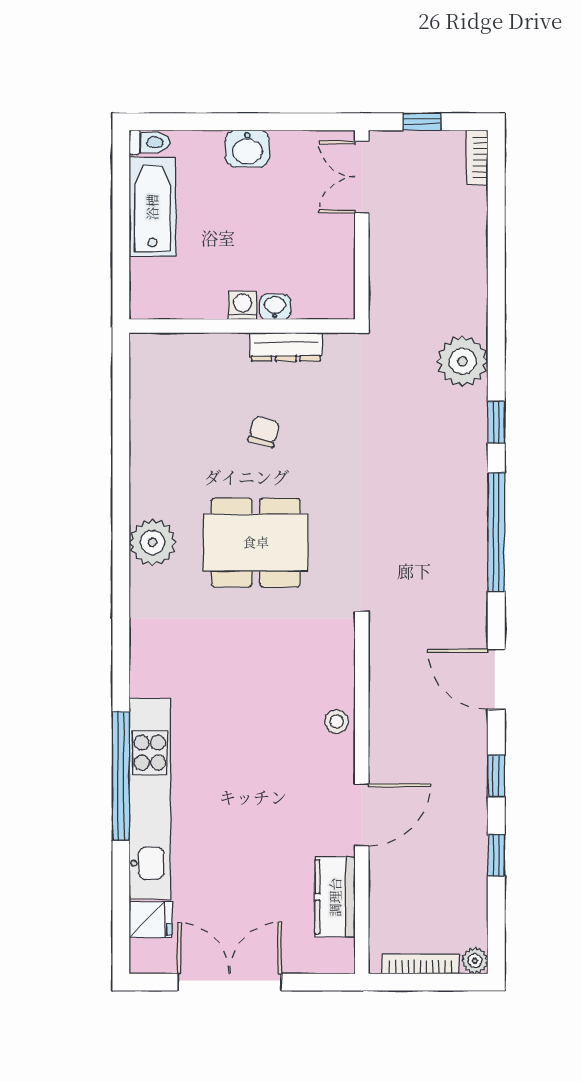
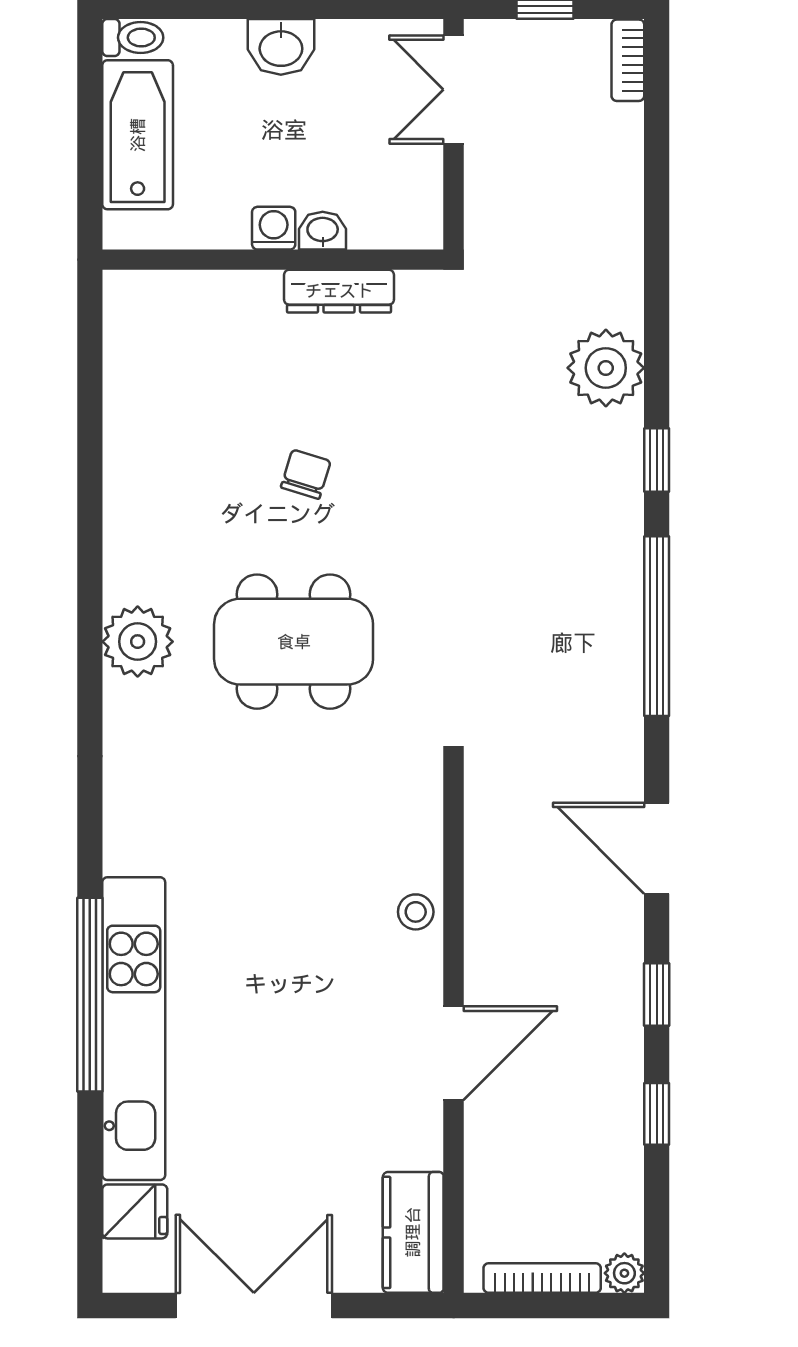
washing machine: (243, 305) -> (274, 228), moved
washbasin: (275, 307) -> (323, 231), moved
wall: (242, 326) -> (273, 260), moved
dresser: (286, 347) -> (339, 291), moved
kitchen counter: (335, 897) -> (413, 1232), moved

